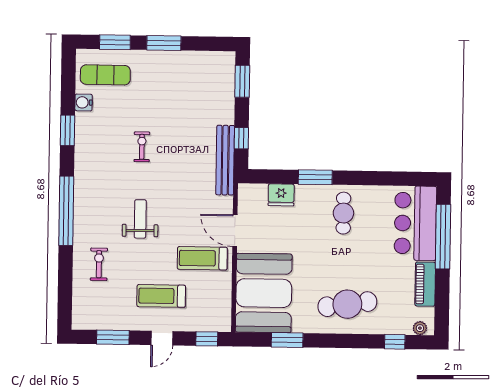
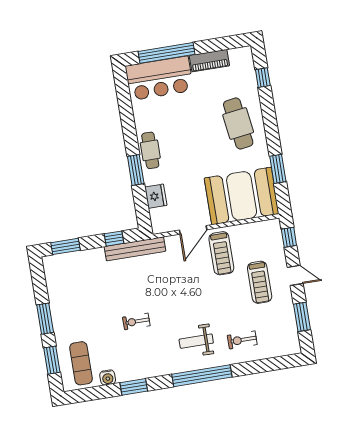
cafe table: (343, 213) -> (150, 150), moved, turned 90
weight bench: (140, 219) -> (196, 341), moved
plant: (420, 328) -> (247, 58), removed

